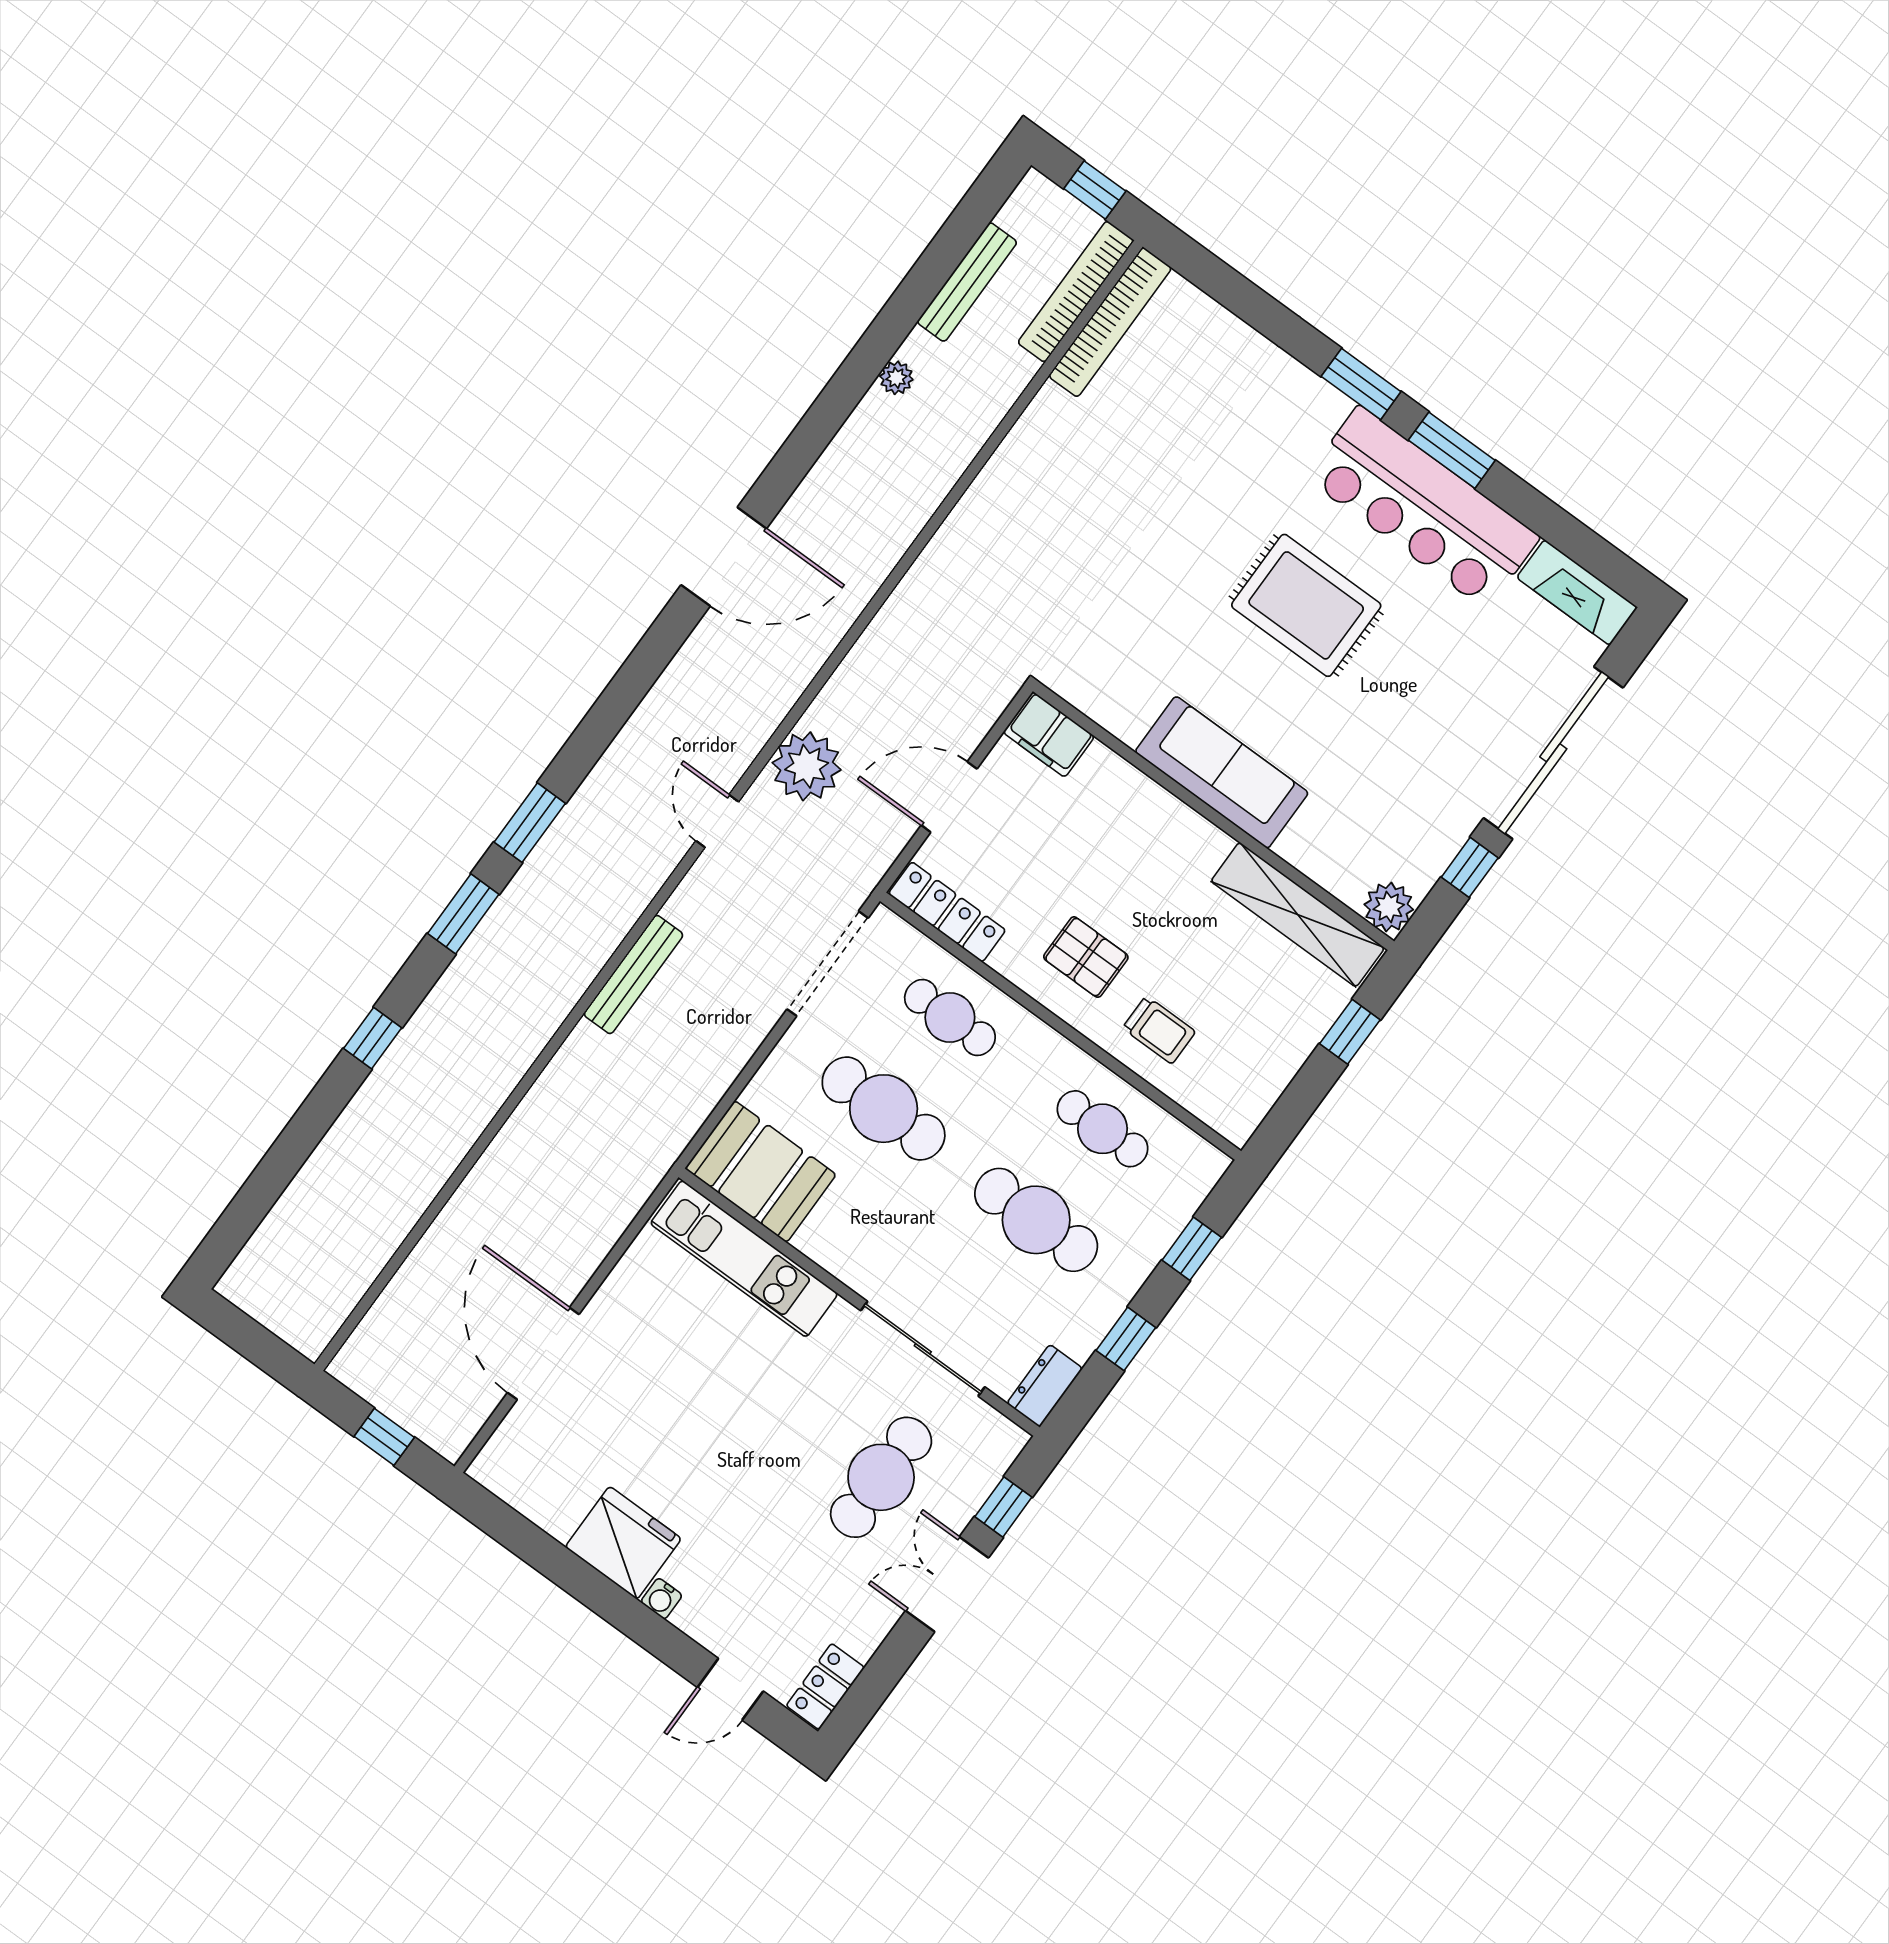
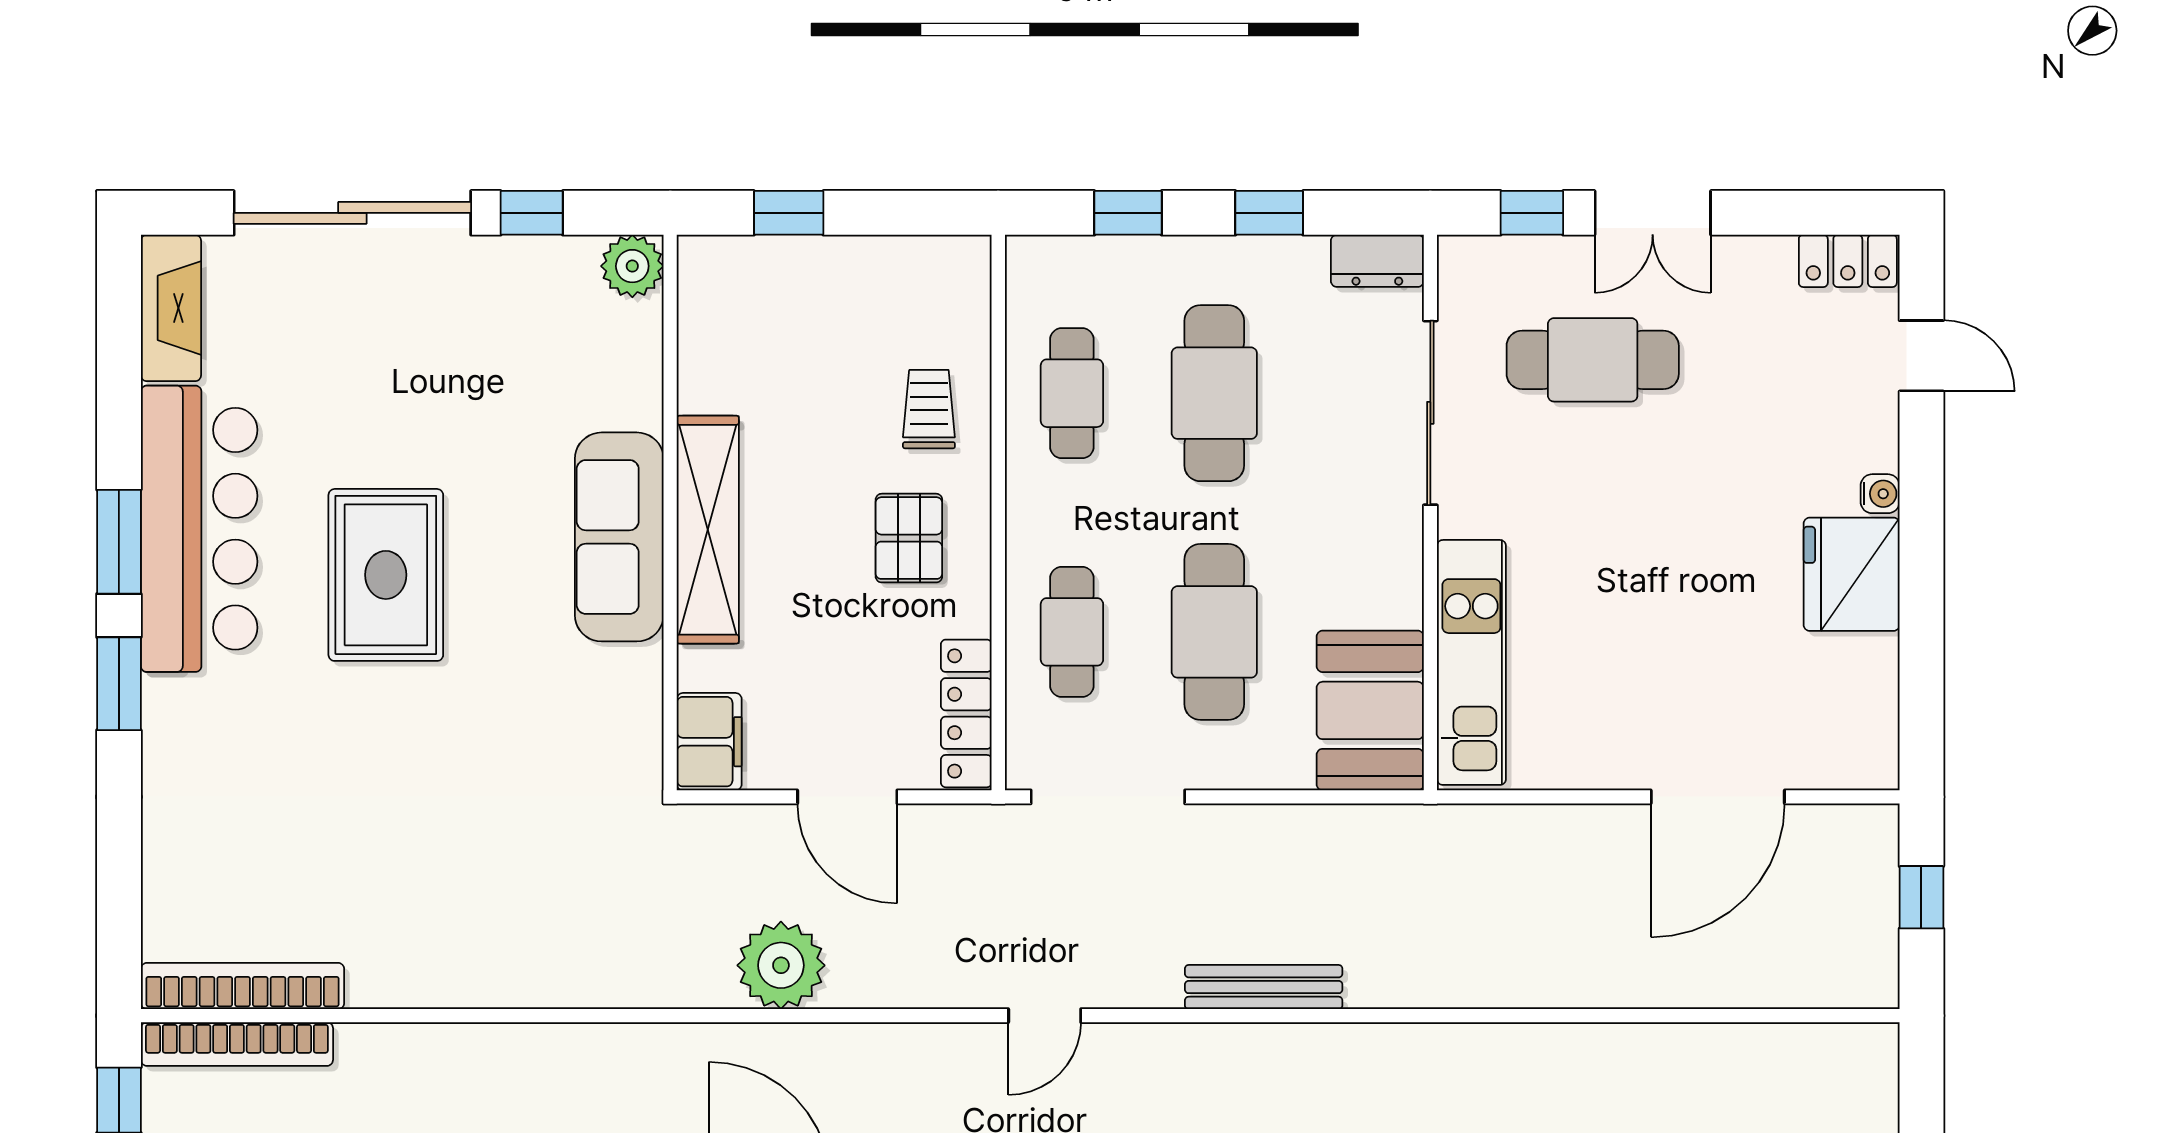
plant: (807, 766) -> (781, 965), moved
shelving: (1298, 915) -> (708, 530), moved

